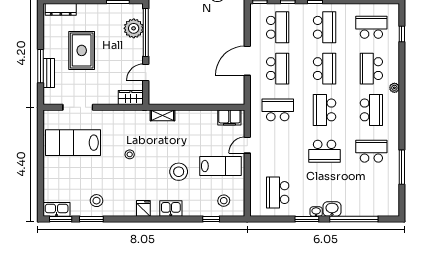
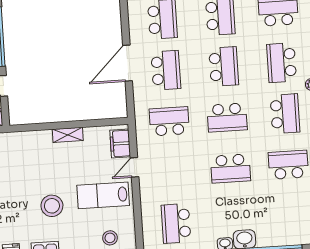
school desk: (325, 110) -> (227, 118), turned -90
shelving: (163, 115) -> (68, 135), moved
filing cabinet: (229, 118) -> (120, 143), moved, turned 90
lab bench: (221, 166) -> (103, 195), turned 180

